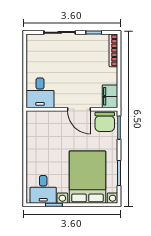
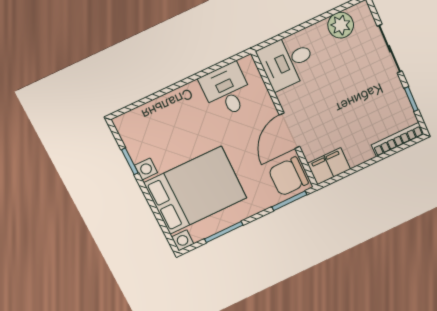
plant: (34, 54) -> (341, 25), added
desk: (43, 189) -> (227, 90), moved, turned 90

